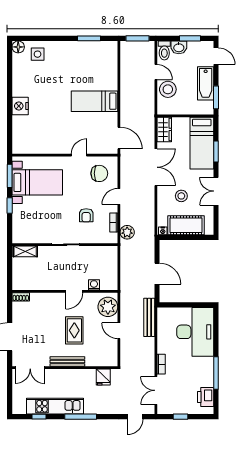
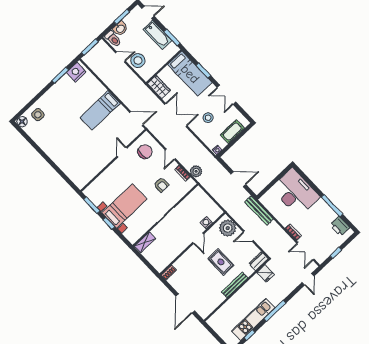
nightstand: (20, 106) -> (76, 72), moved, turned 90
bed with nightstands: (37, 182) -> (124, 206), moved
cot: (186, 225) -> (232, 132), width x0.73, depth x0.75
dresser: (107, 360) -> (258, 261), added
double door: (30, 368) -> (216, 310), removed

